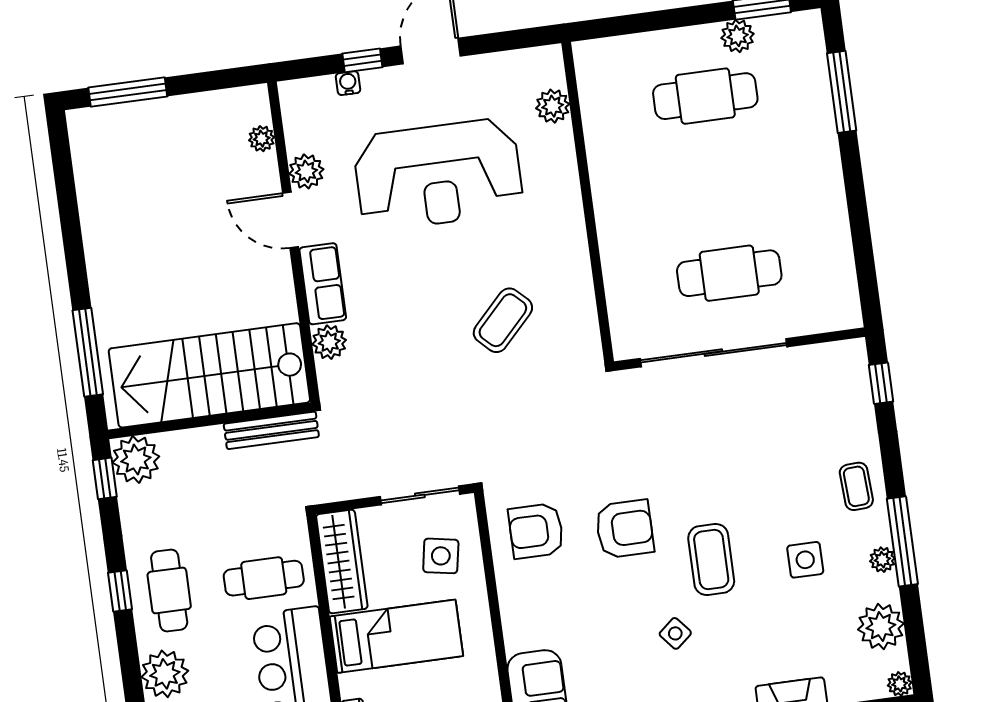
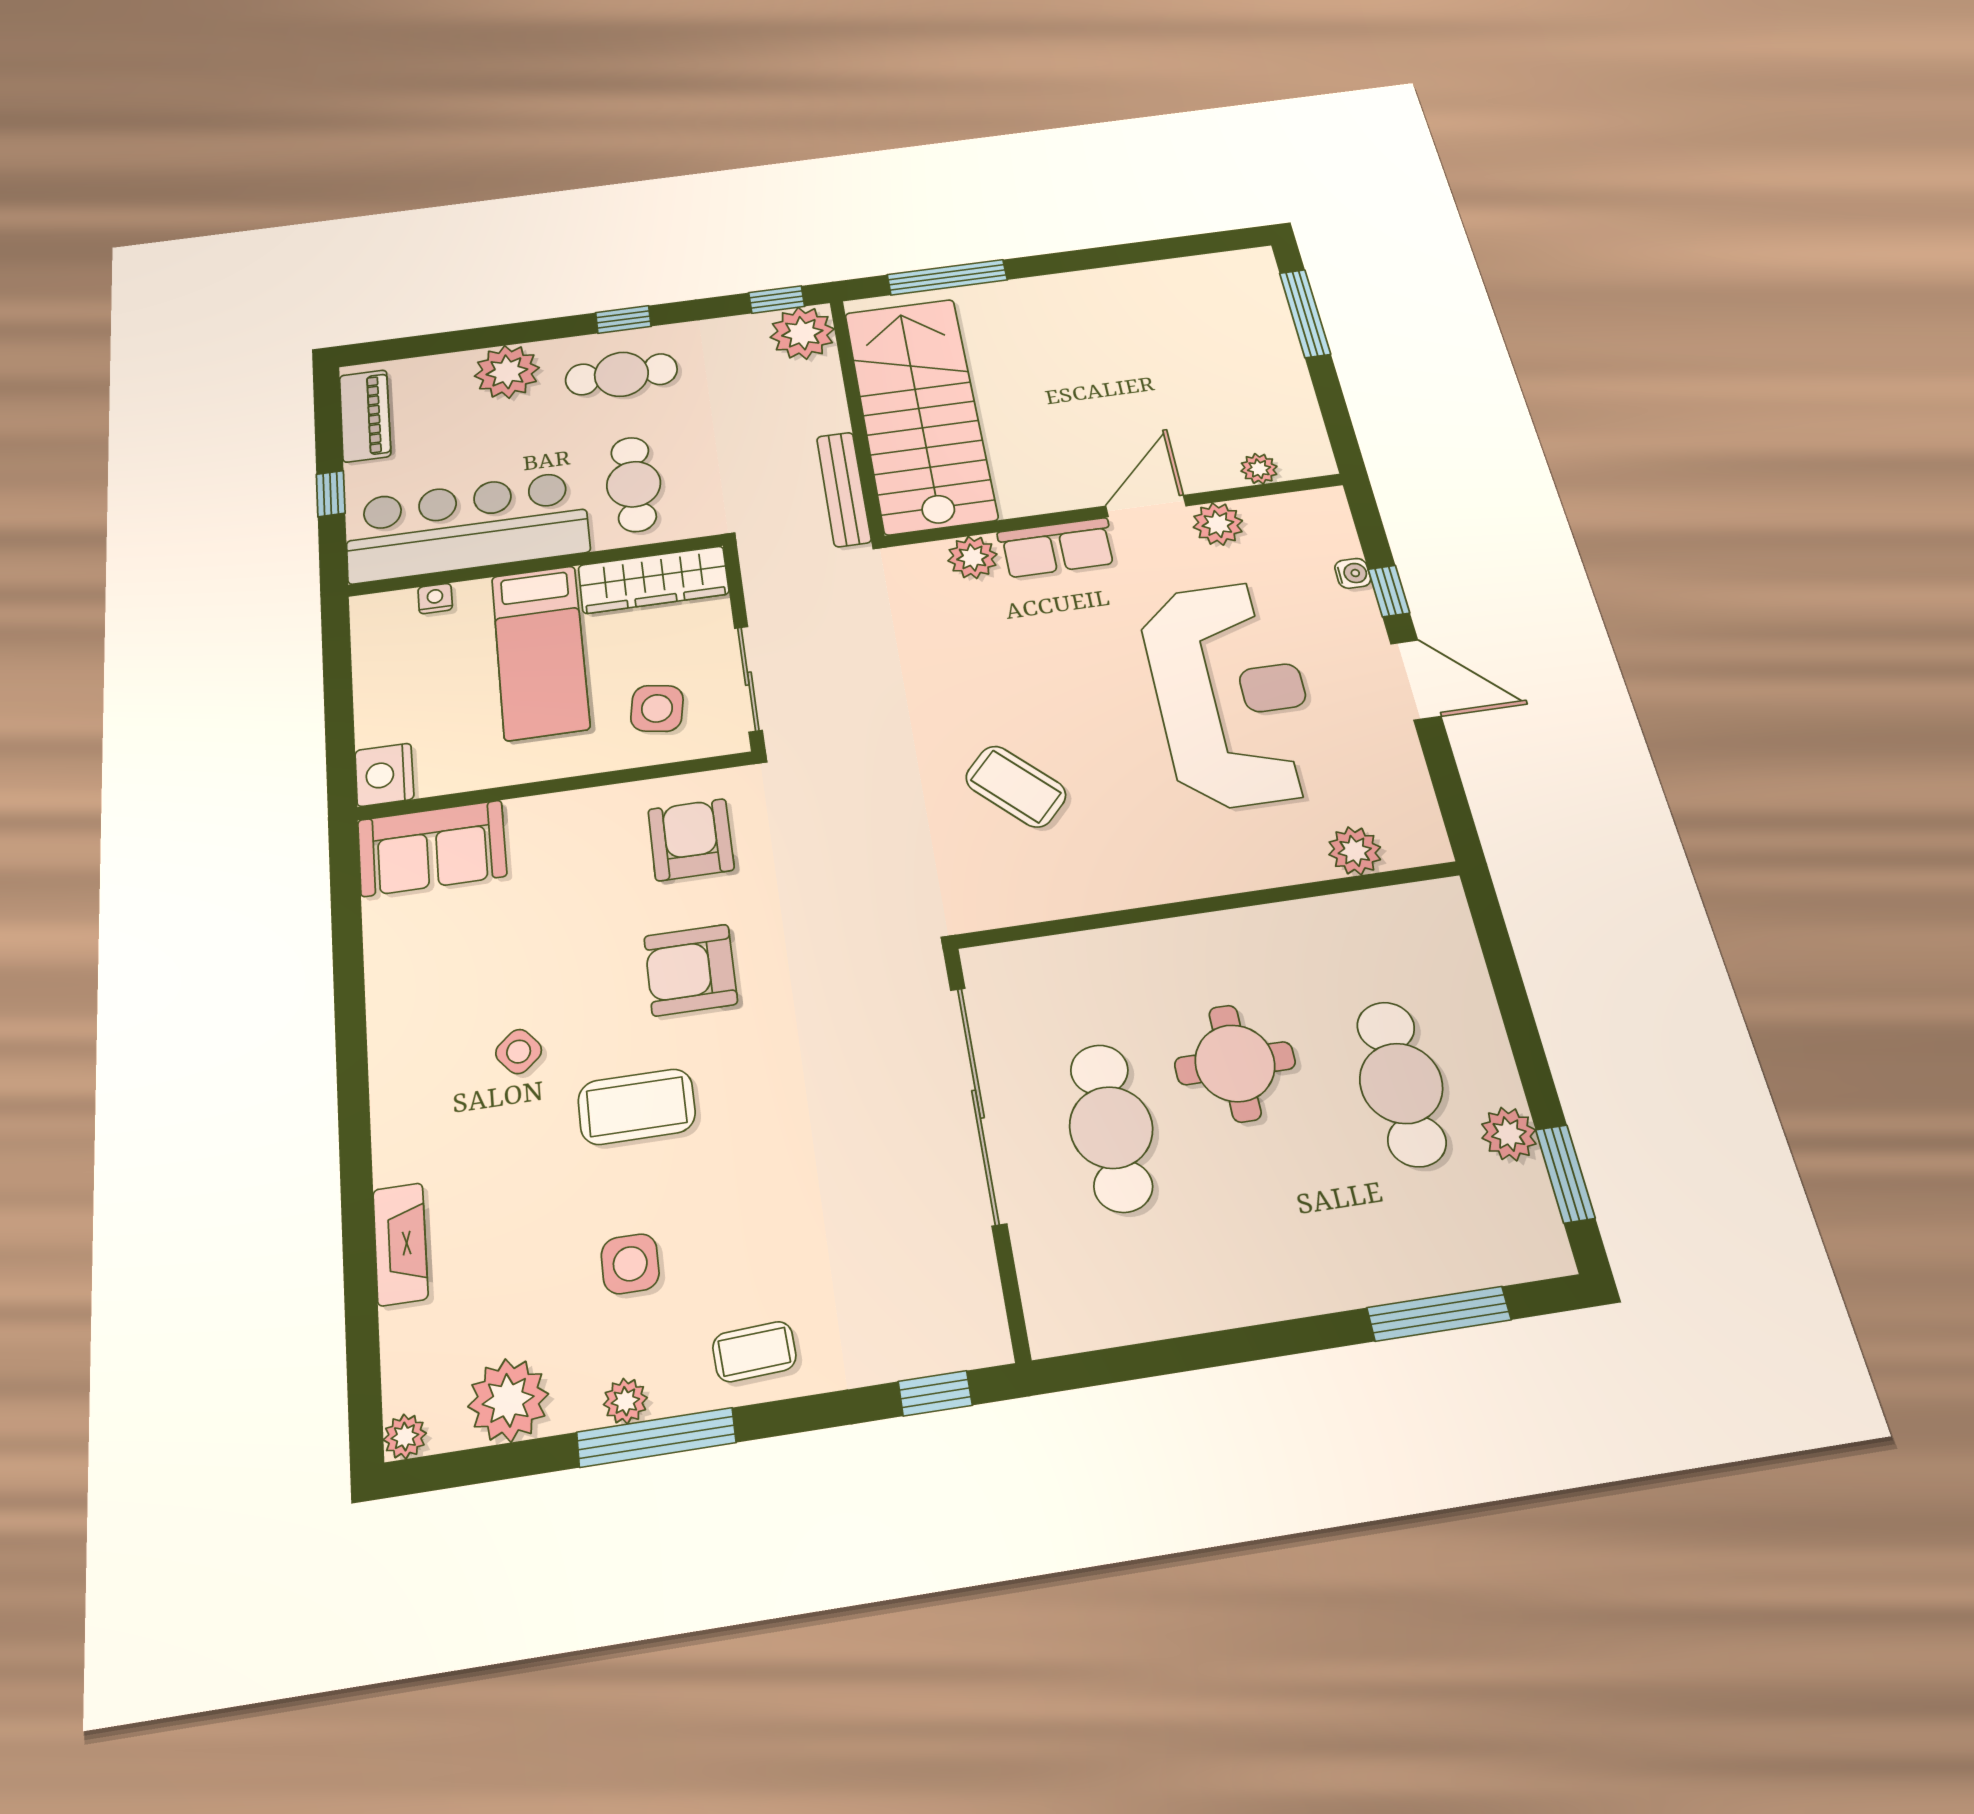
reception desk: (438, 175) -> (1231, 694), turned 180
round table: (691, 195) -> (1235, 1063), added
armchair: (625, 529) -> (691, 970), turned 90

